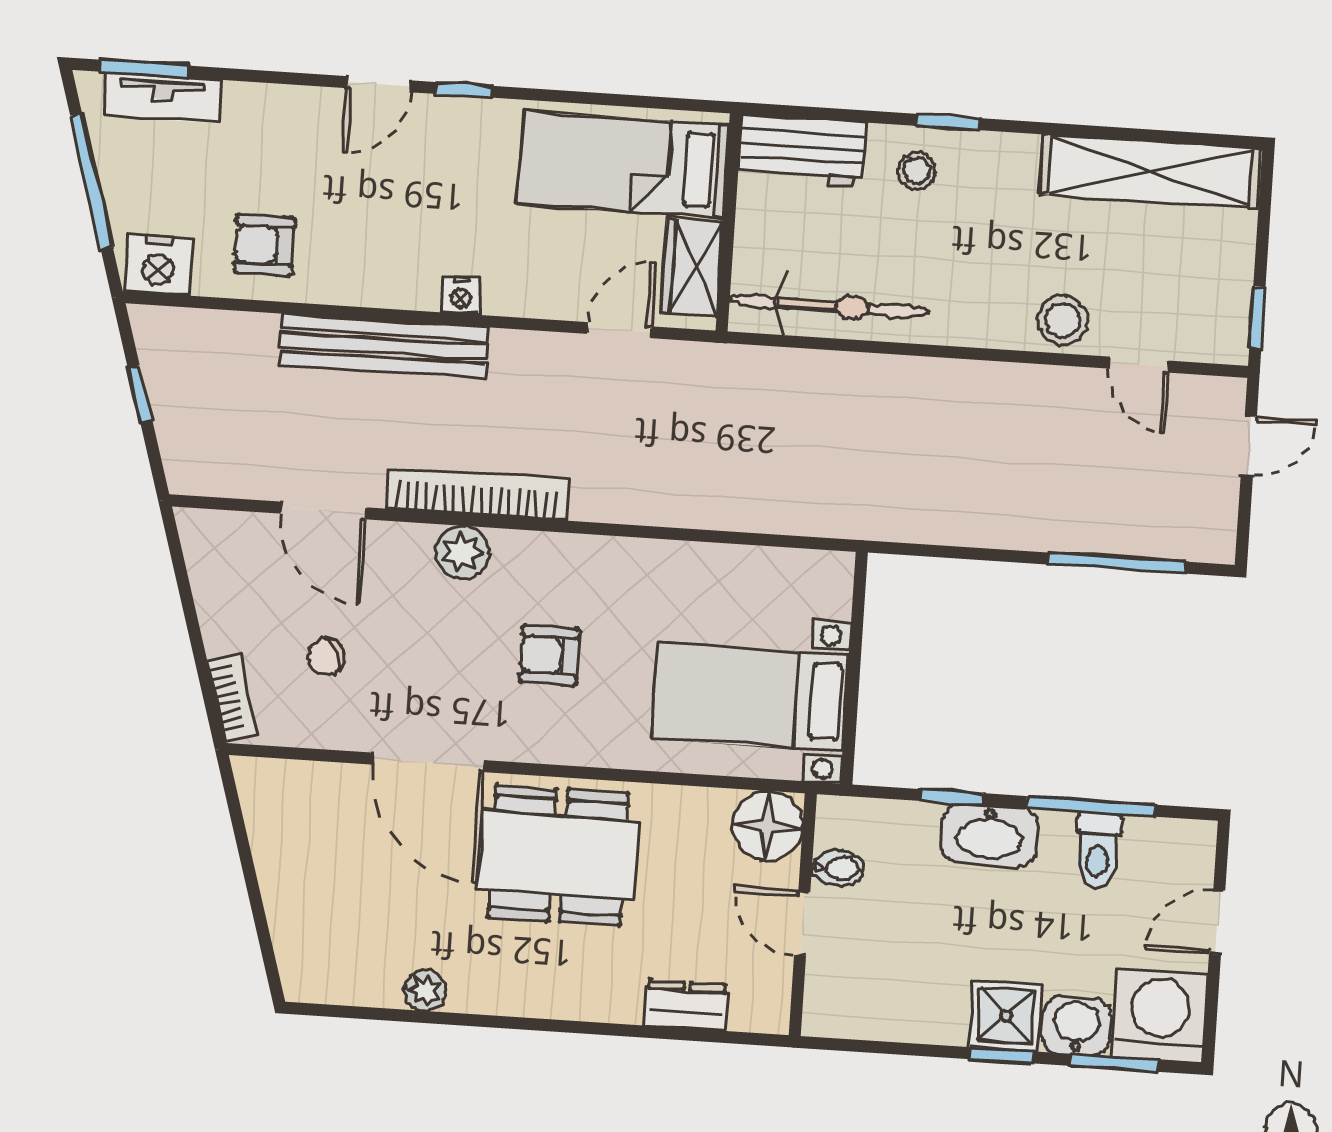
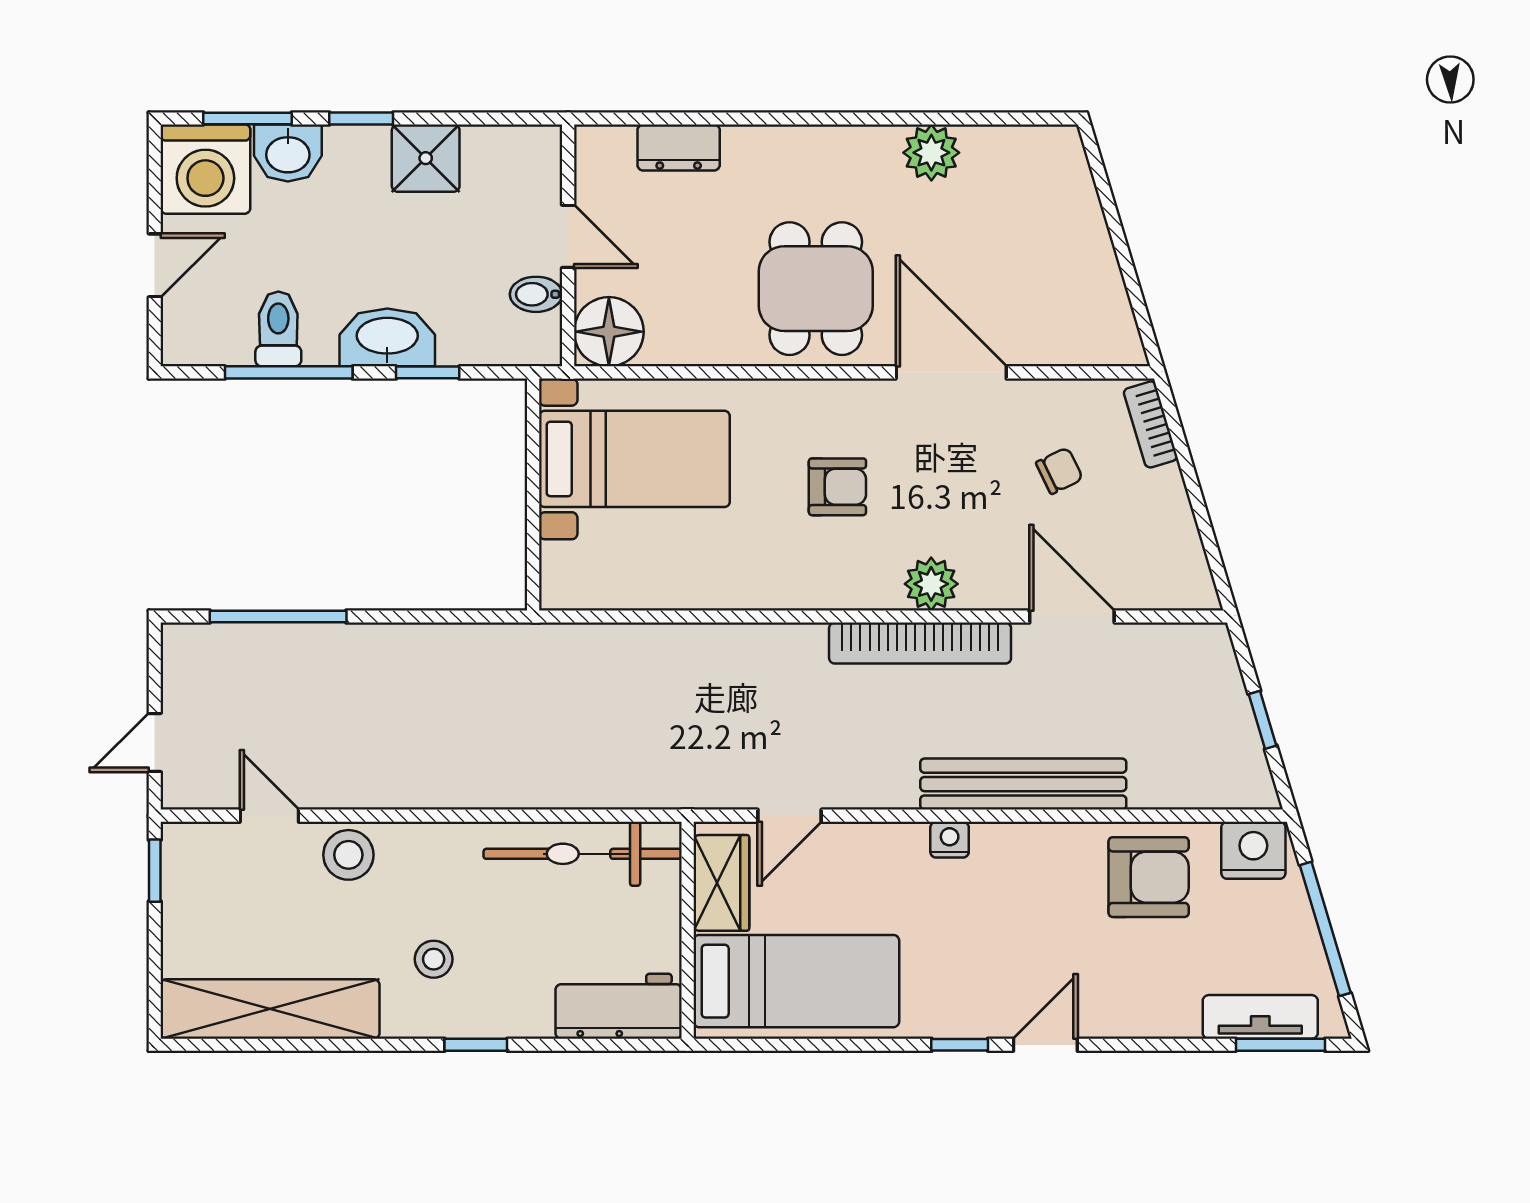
stool: (917, 171) -> (434, 959), moved
armchair: (265, 245) -> (1149, 877), width x1.38, depth x1.38
dining table: (558, 855) -> (816, 289), width x0.73
plant: (425, 991) -> (931, 153), width x1.38, depth x1.38
shower: (1006, 1016) -> (426, 158), moved

